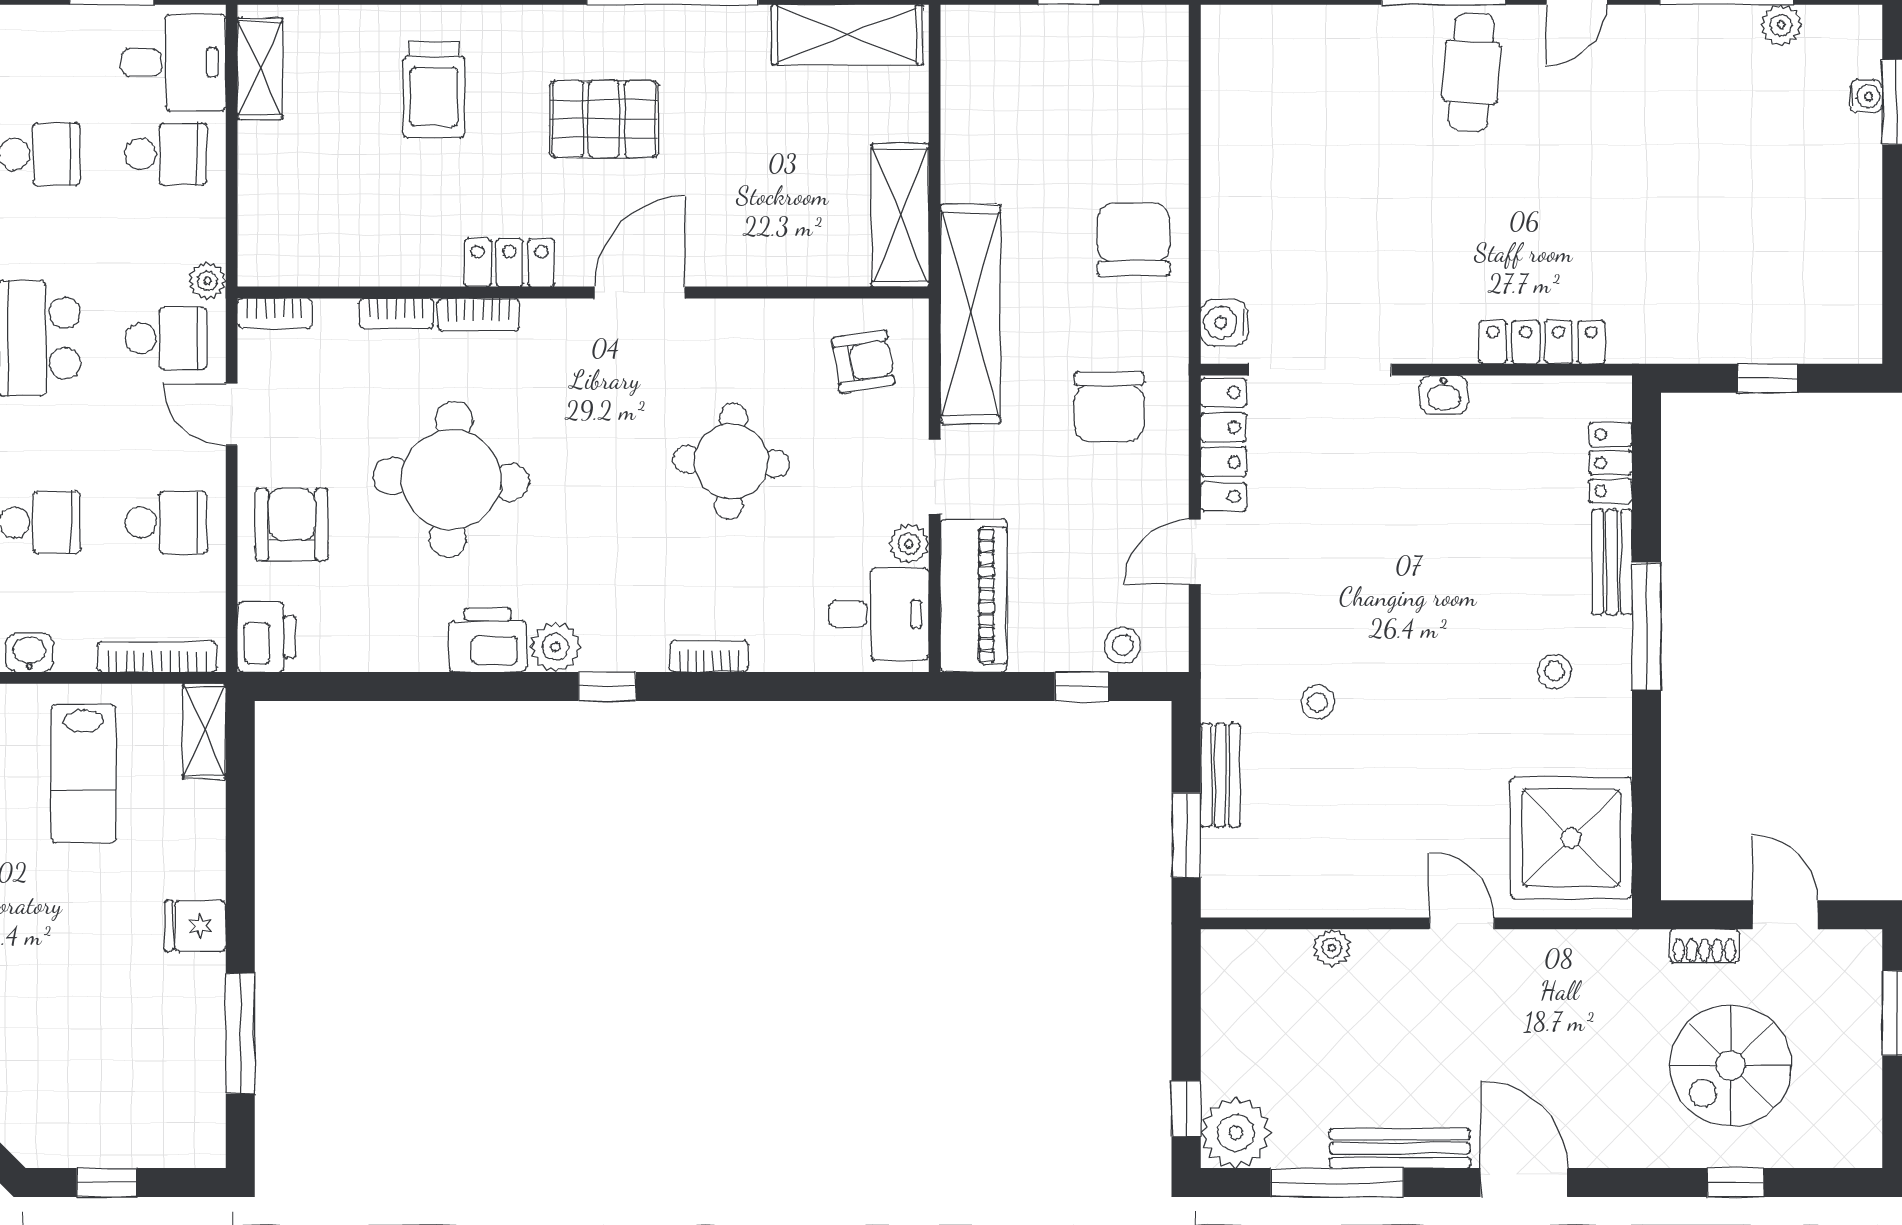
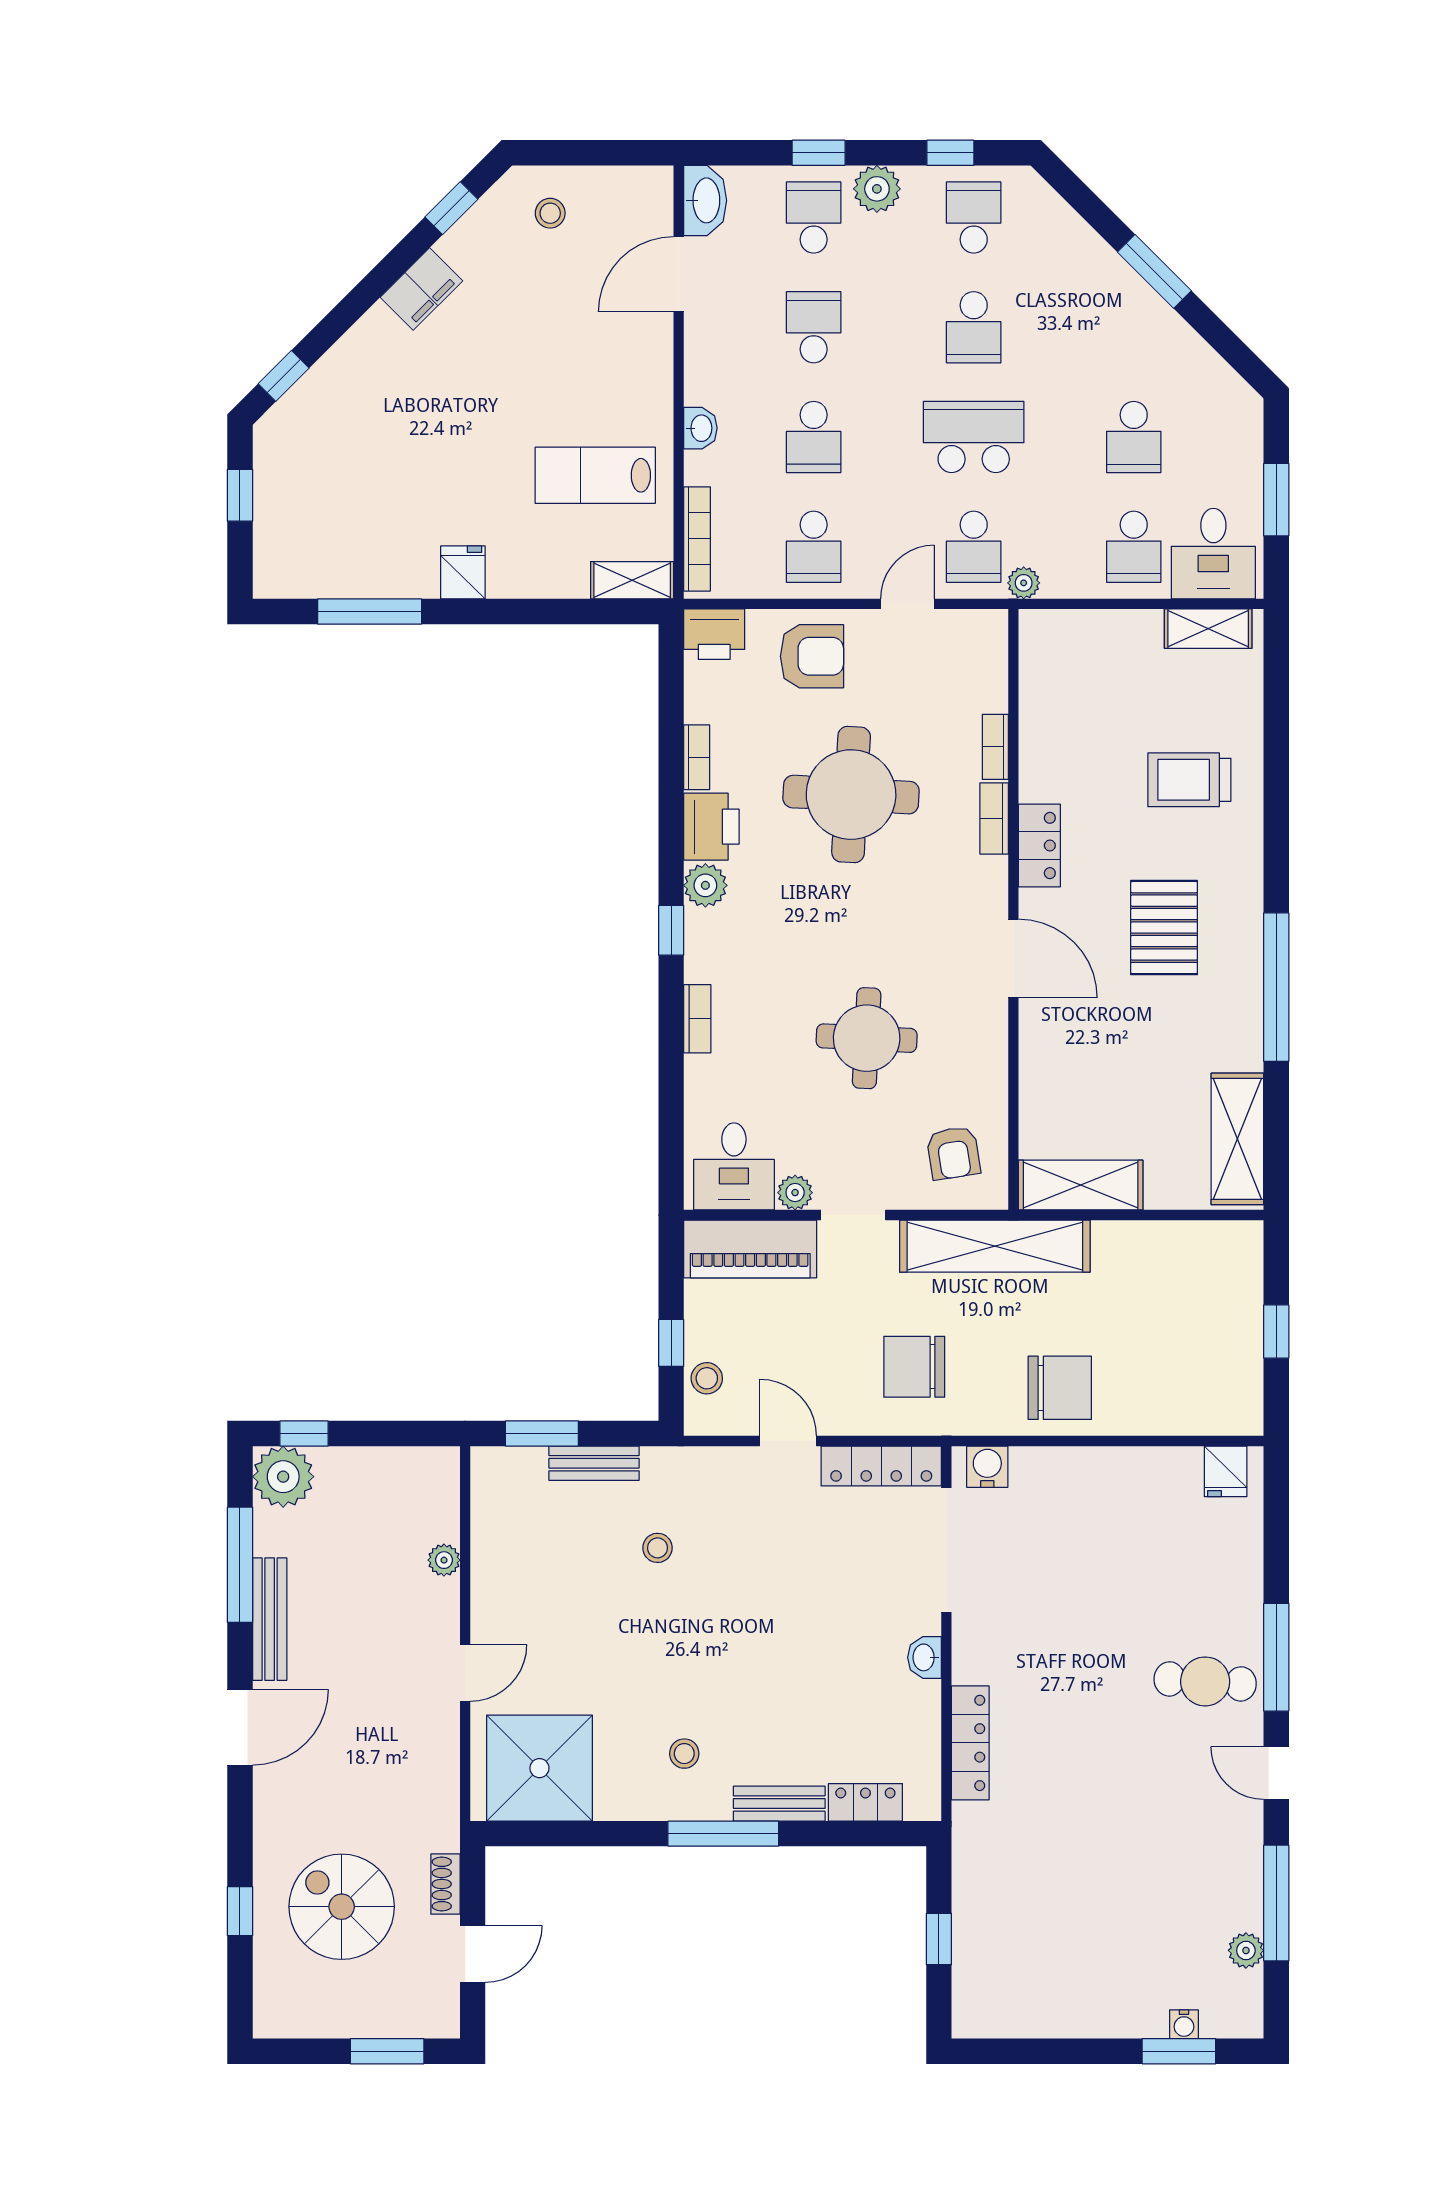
fridge: (1230, 48) -> (1226, 1471), added
bookcase: (275, 313) -> (697, 757), moved, turned 180

